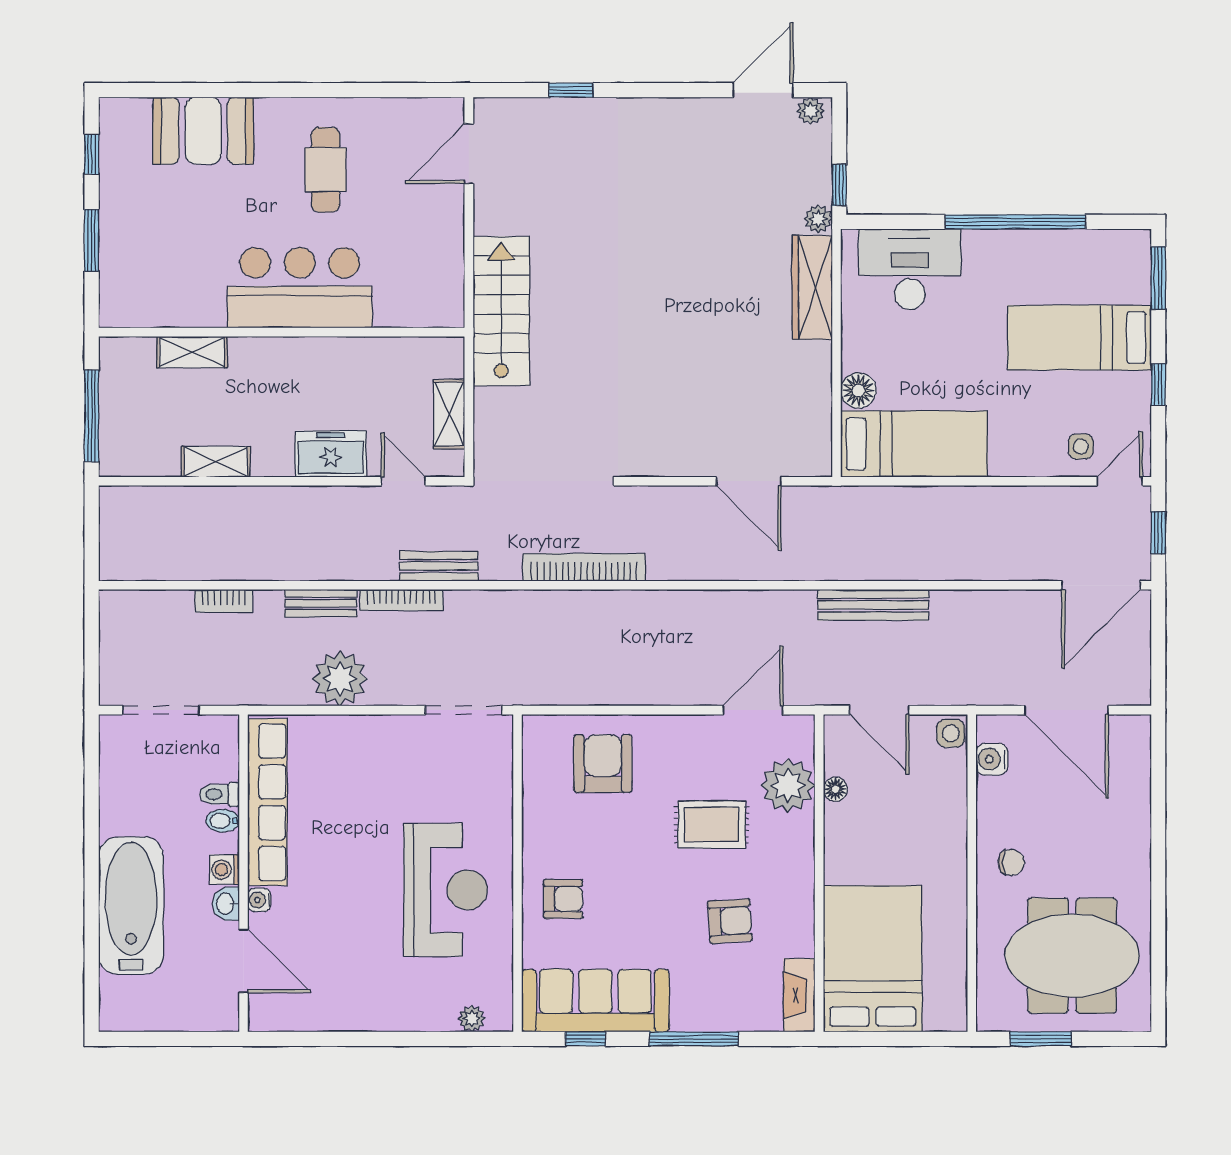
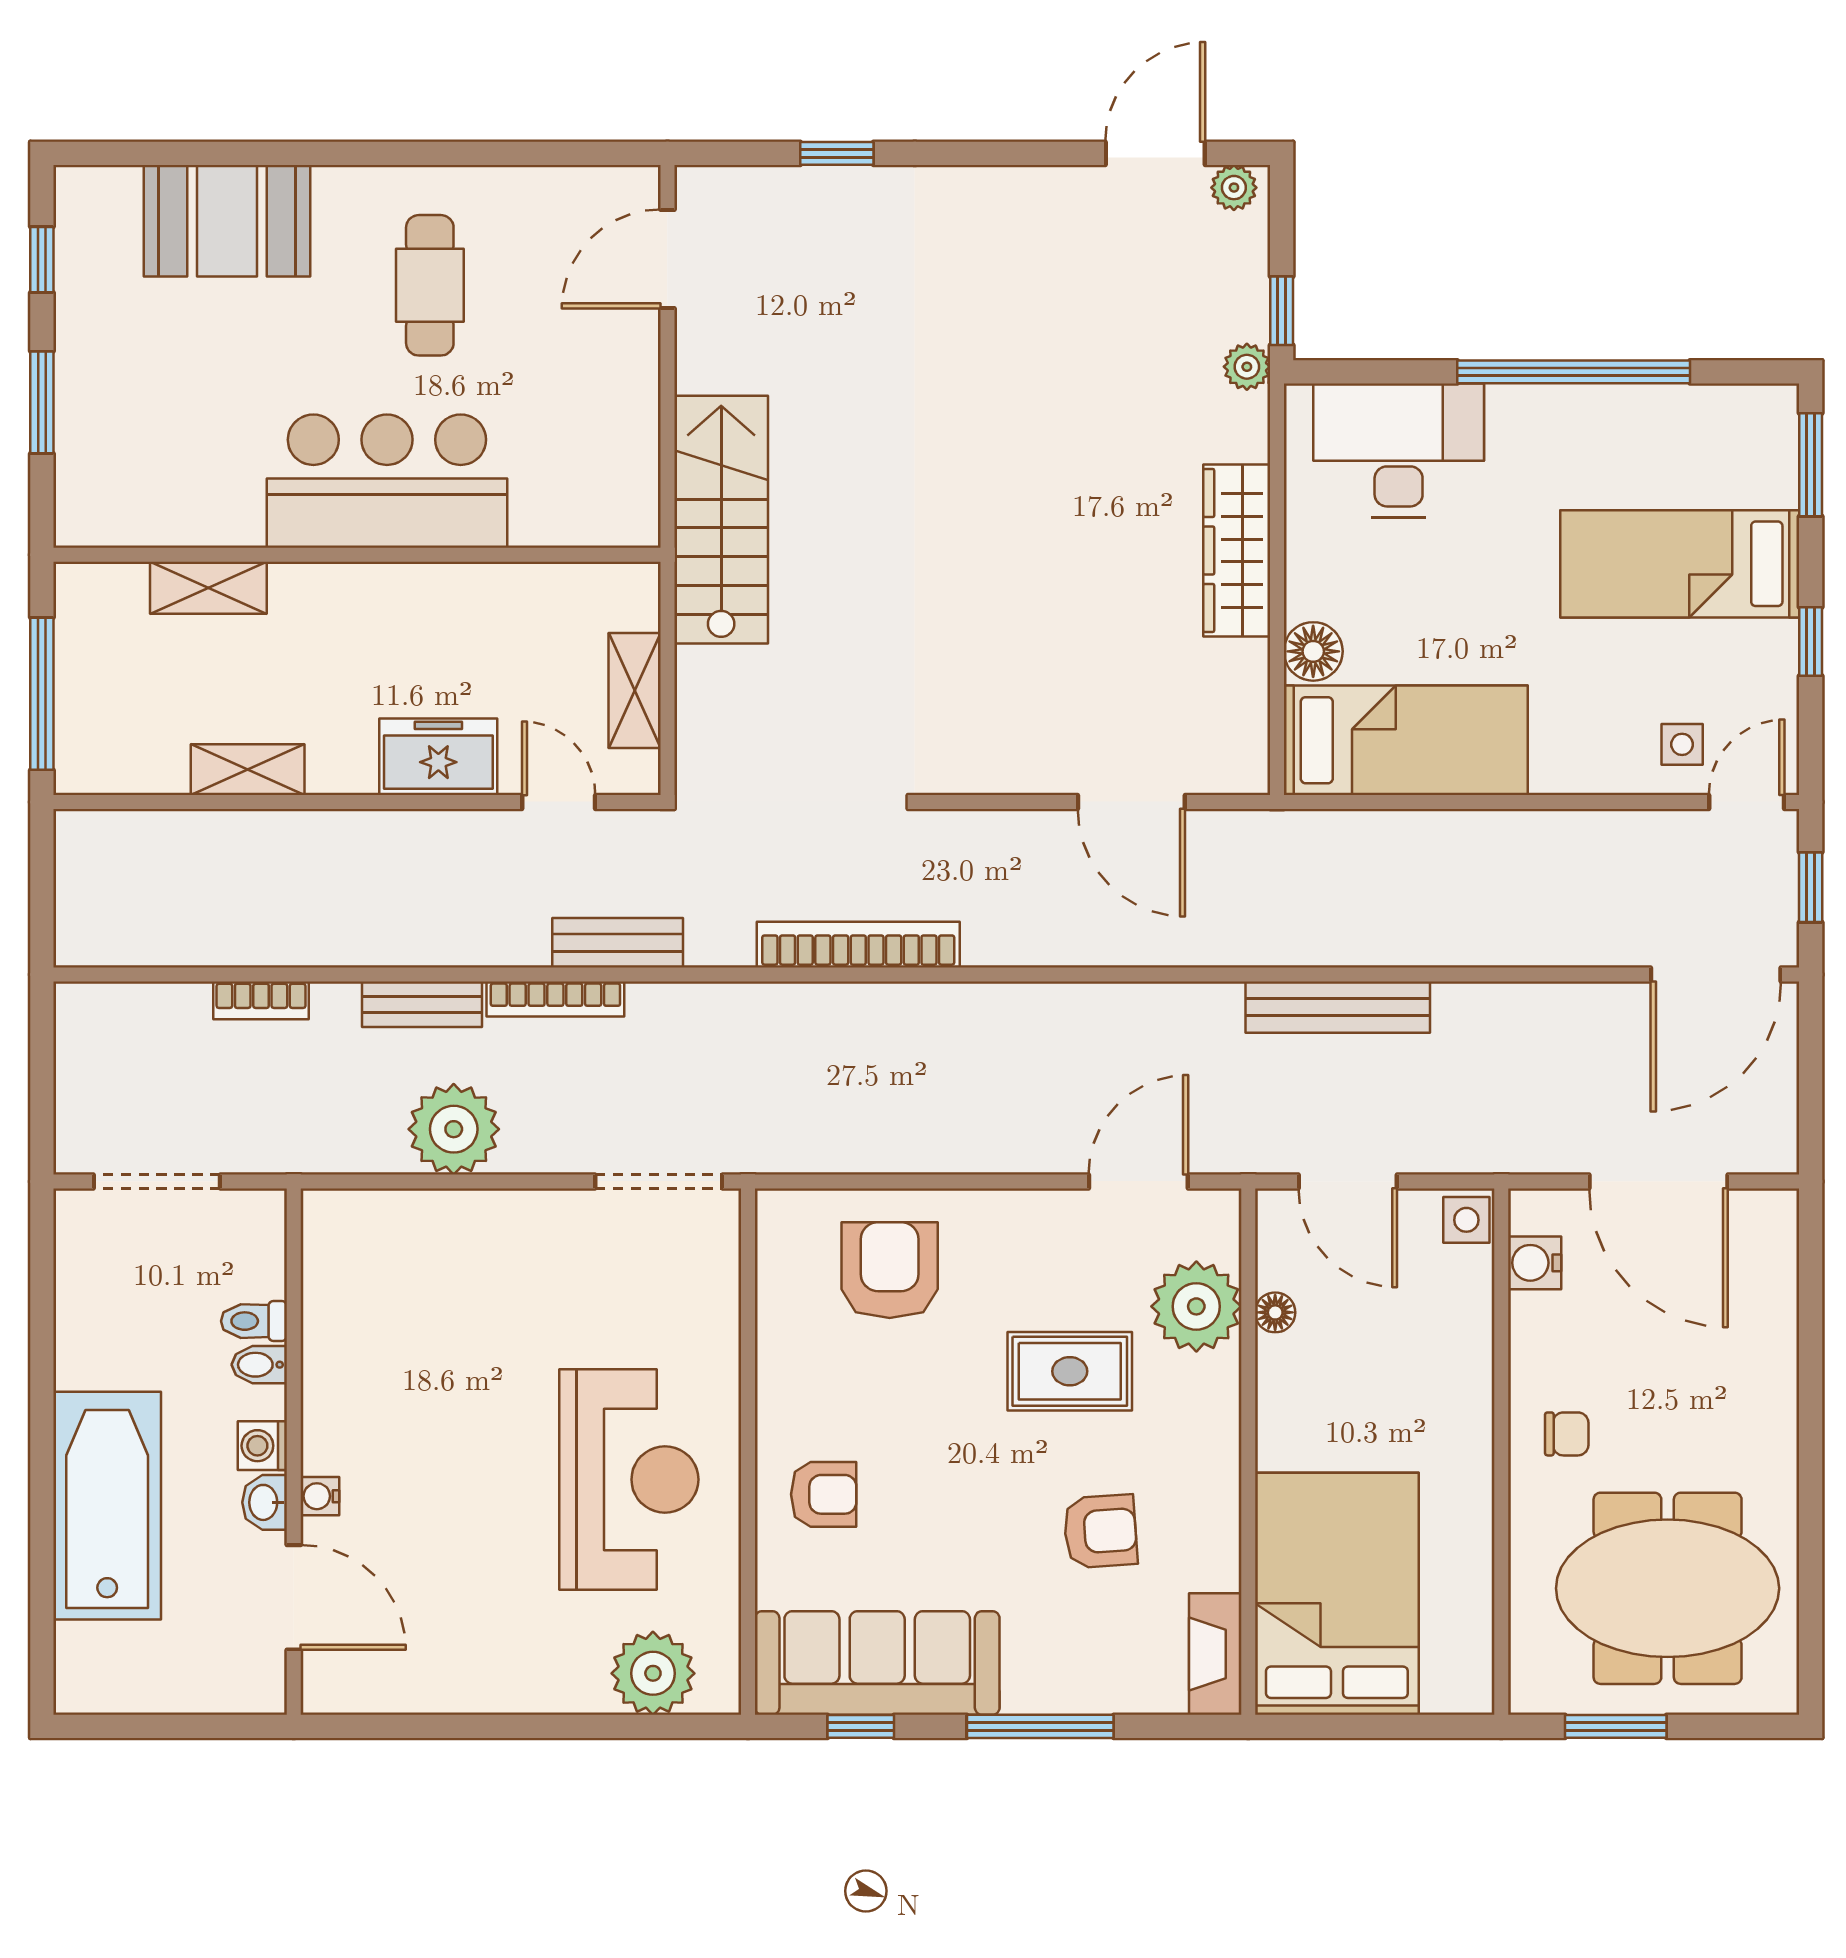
wardrobe: (812, 287) -> (1237, 550), moved
row of seats: (267, 802) -> (333, 1334), removed
plant: (472, 1019) -> (653, 1673), width x1.87, depth x1.87

